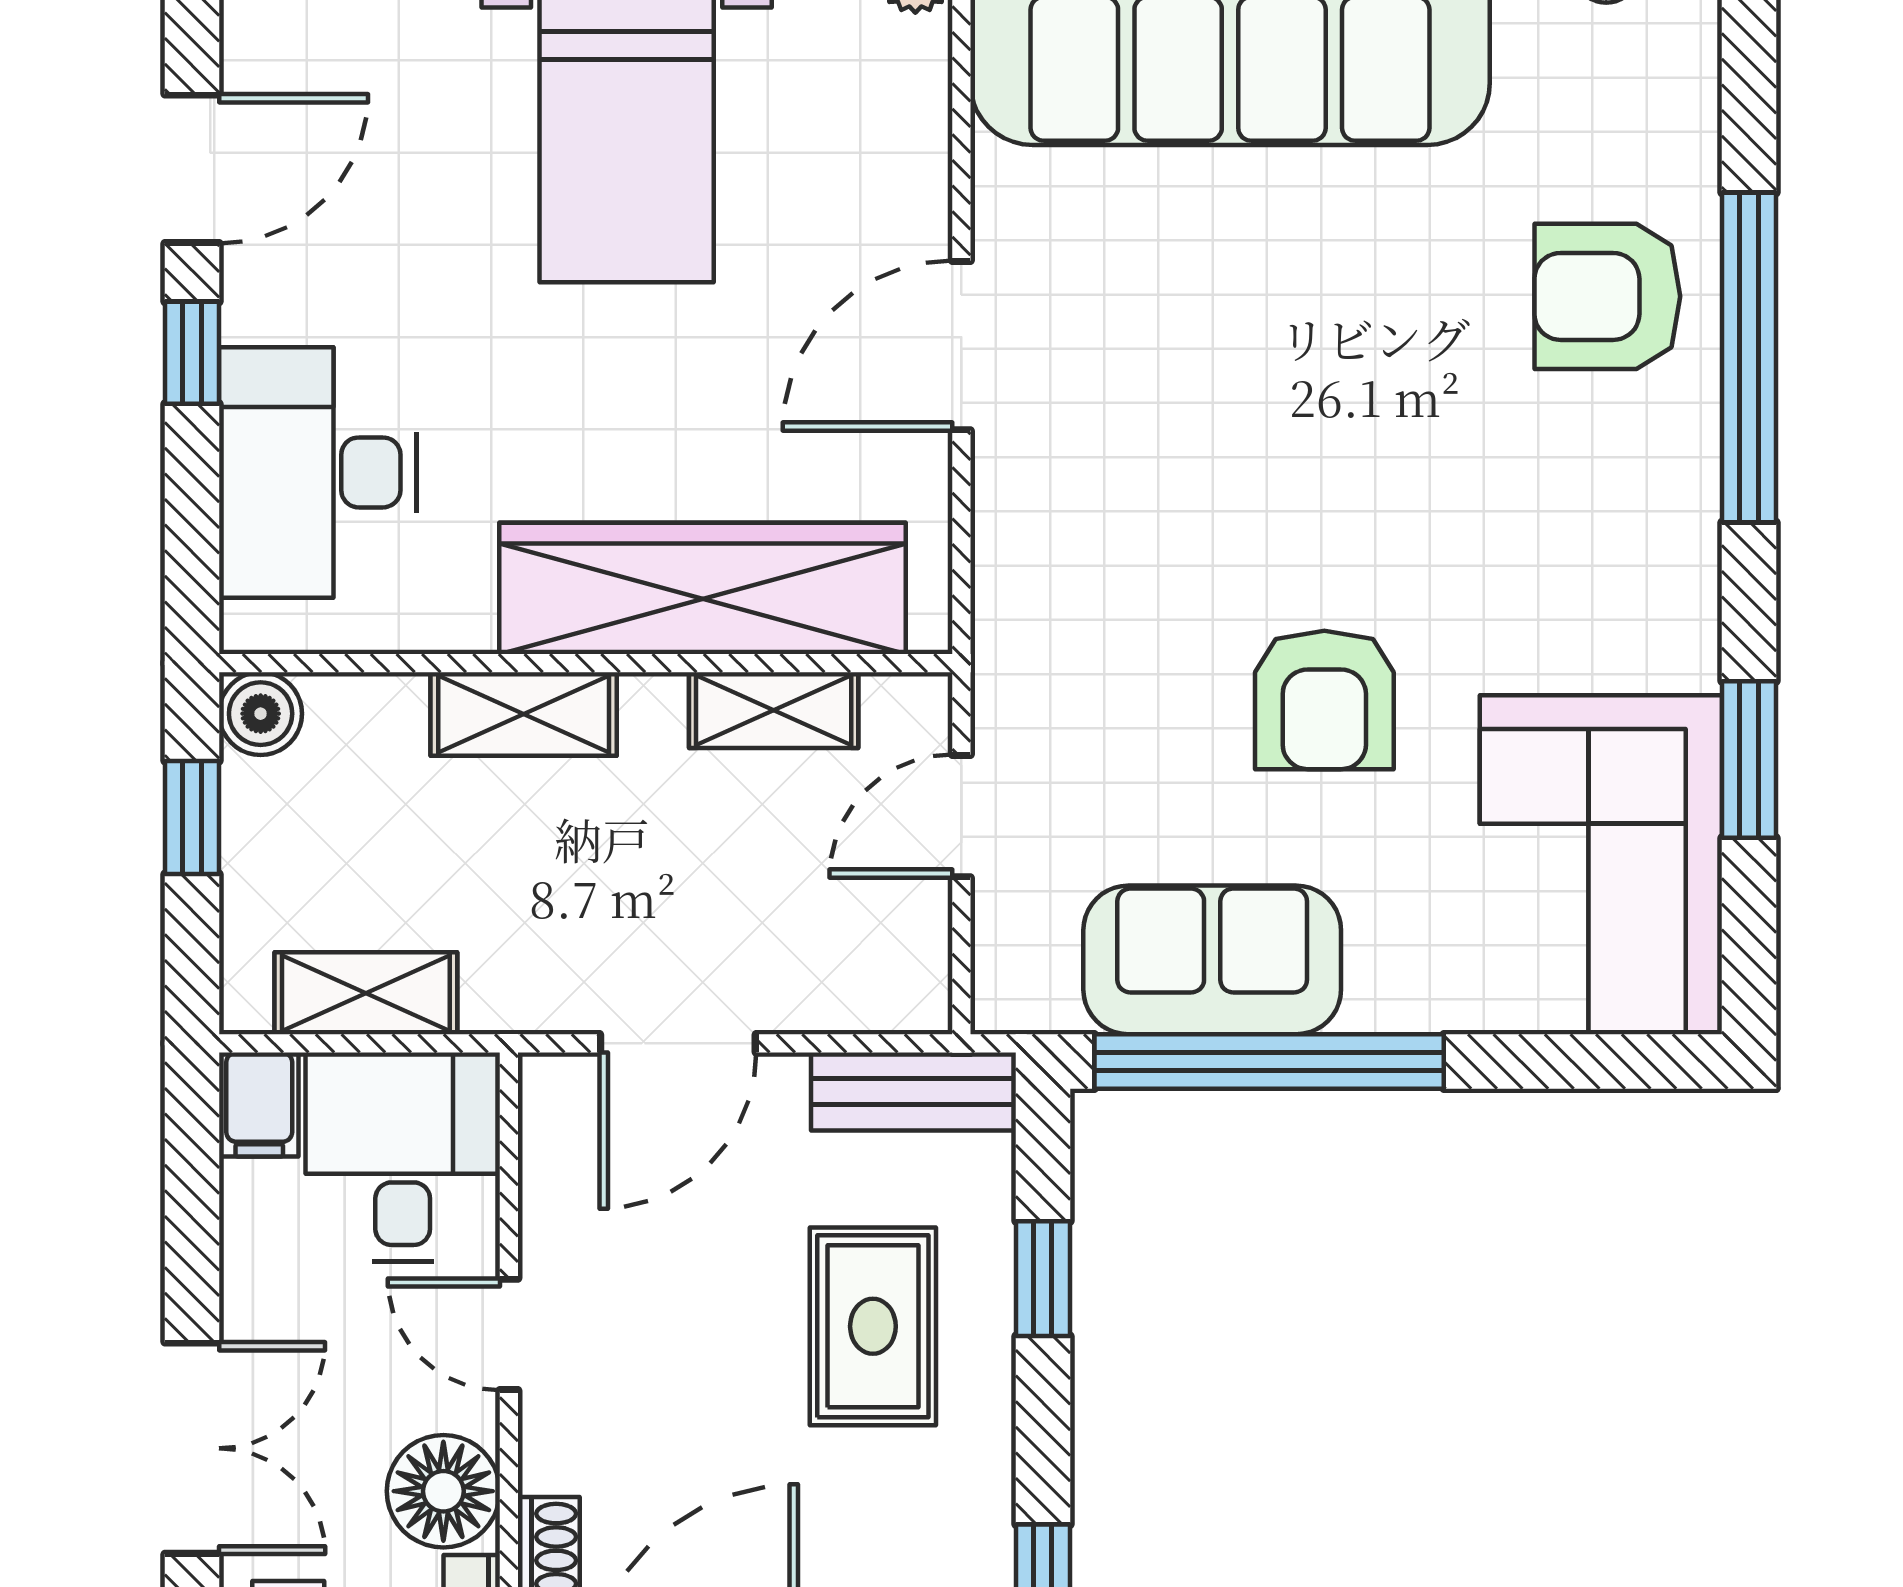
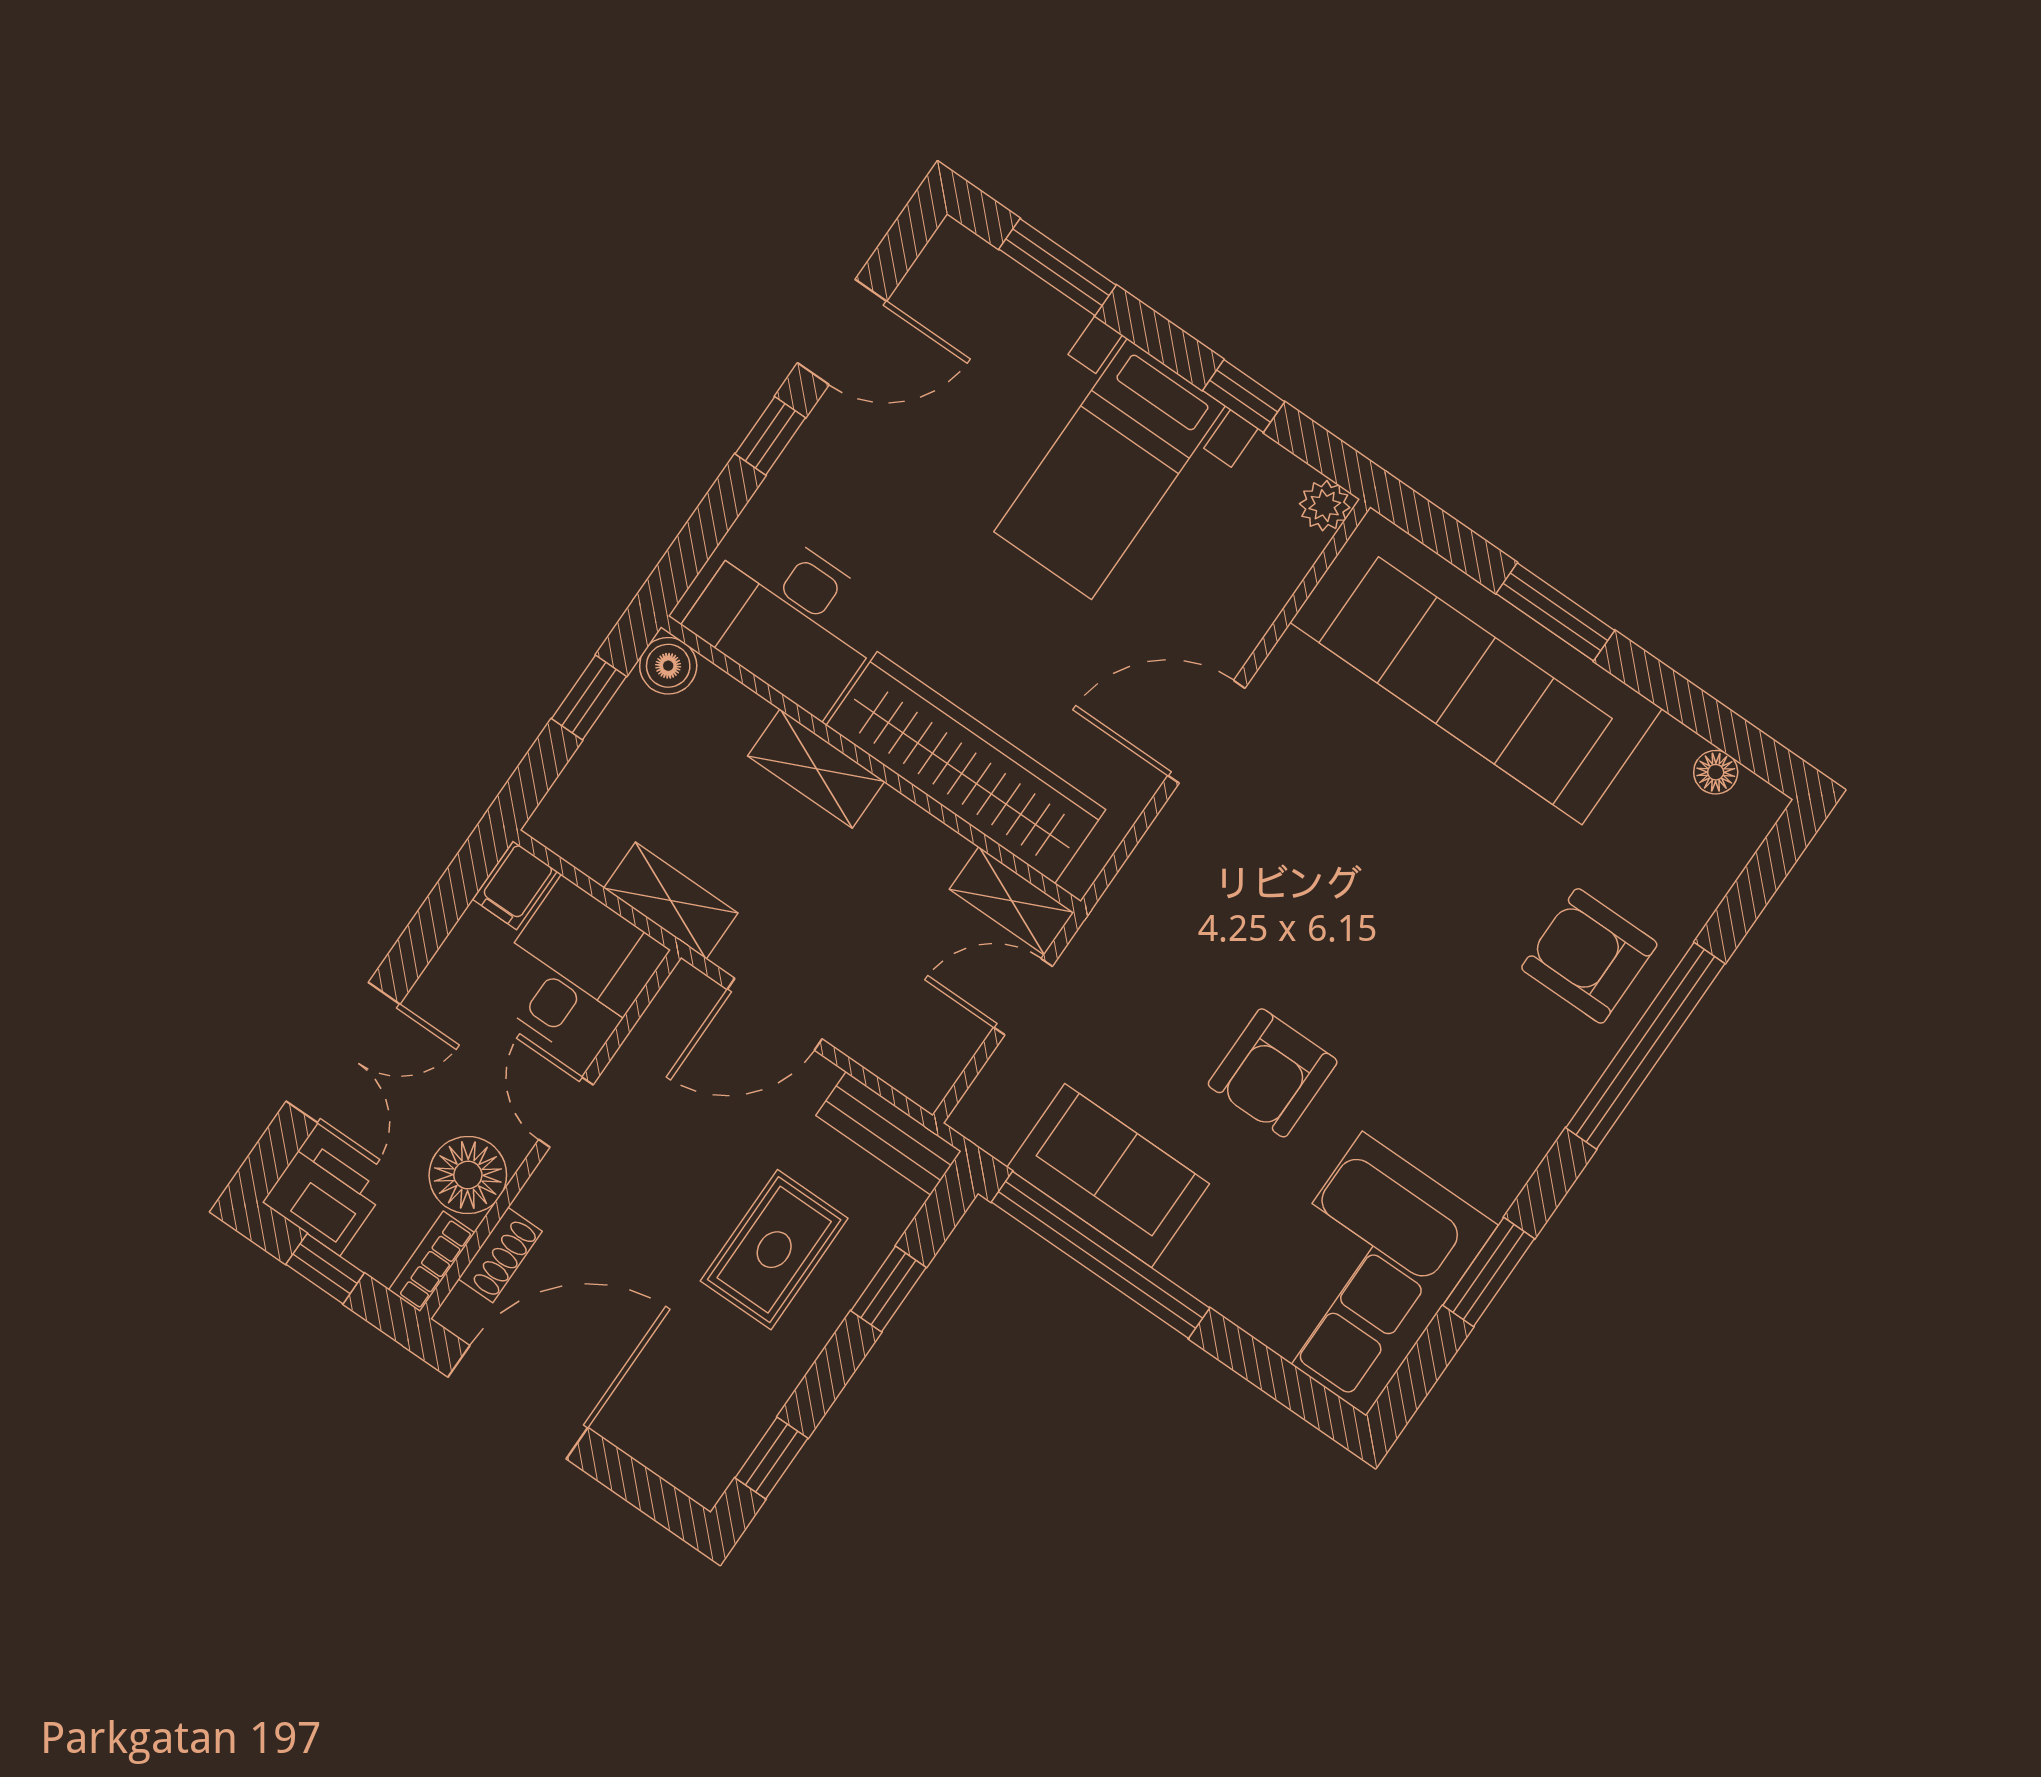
desk: (318, 472) -> (790, 618), moved, turned -90
shelving: (774, 710) -> (1012, 901), moved
shelving: (366, 993) -> (671, 901), moved

